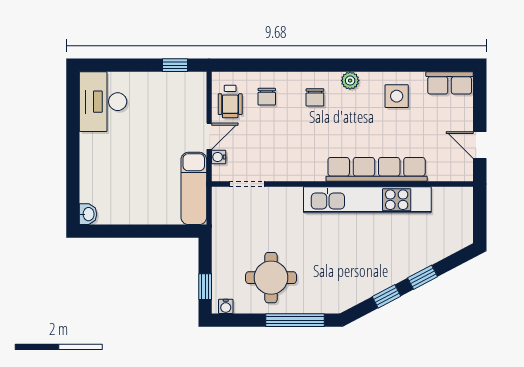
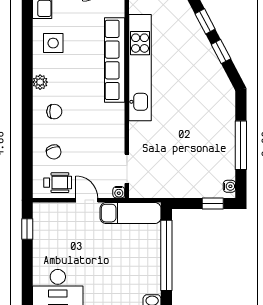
chair: (267, 97) -> (54, 152), turned 73
water cooler: (219, 157) -> (119, 192), moved
window: (143, 231) -> (166, 255), added
round table: (271, 278) -> (205, 148), removed
window: (295, 320) -> (241, 145), moved

